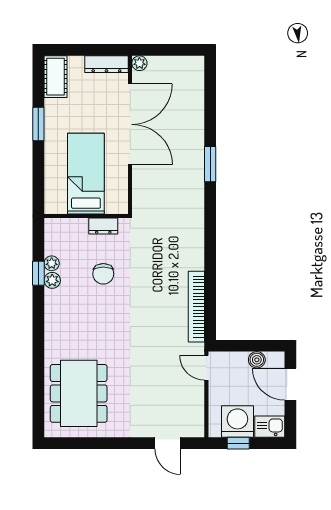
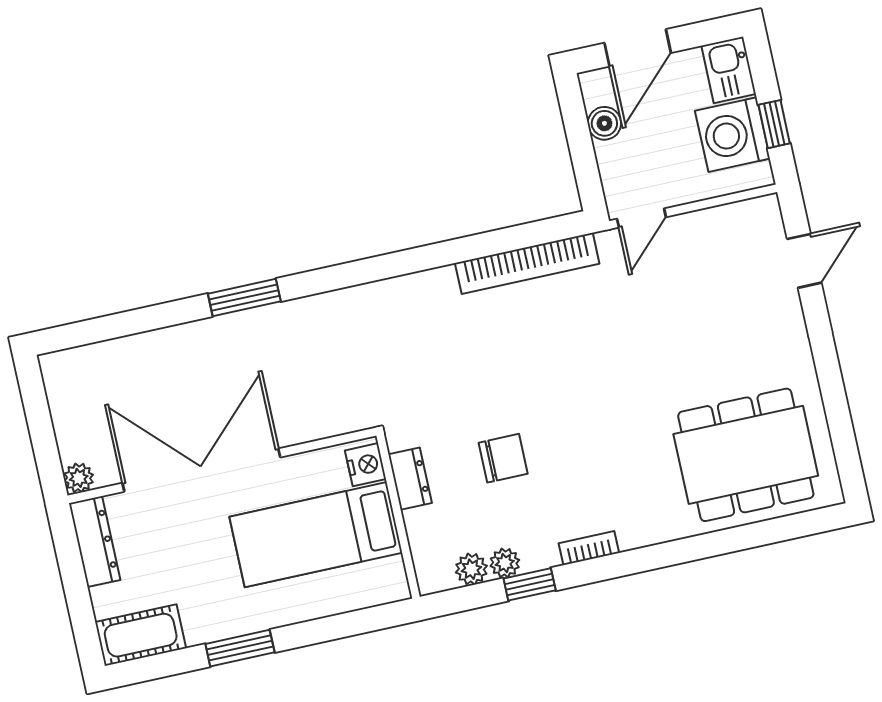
nightstand: (115, 206) -> (366, 465), added
plant: (52, 280) -> (471, 569), moved
bookcase: (50, 306) -> (589, 548), added

